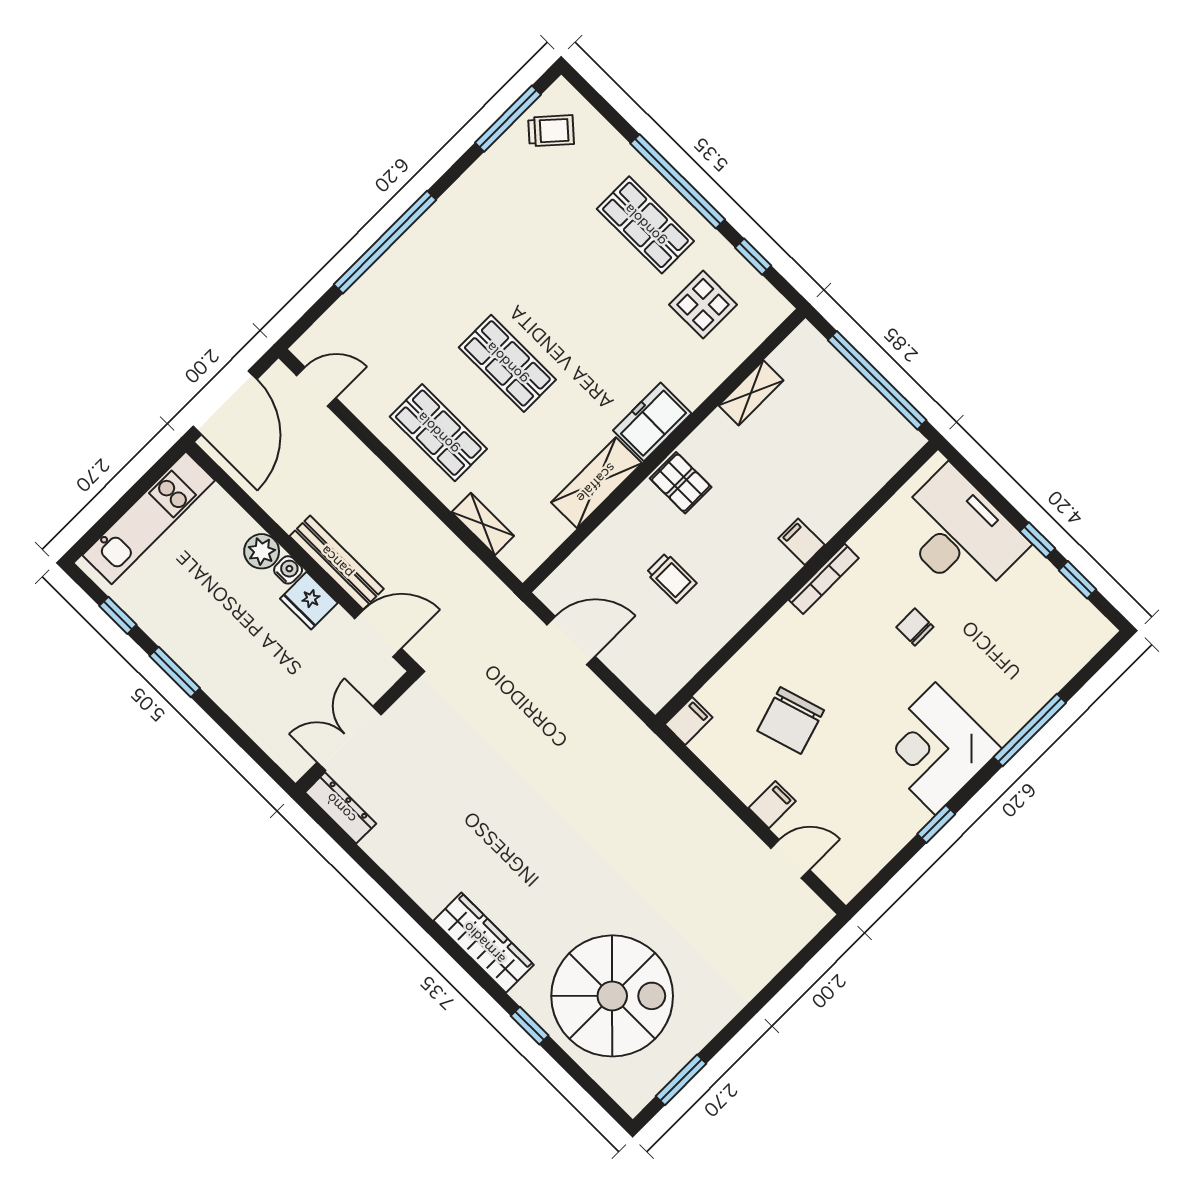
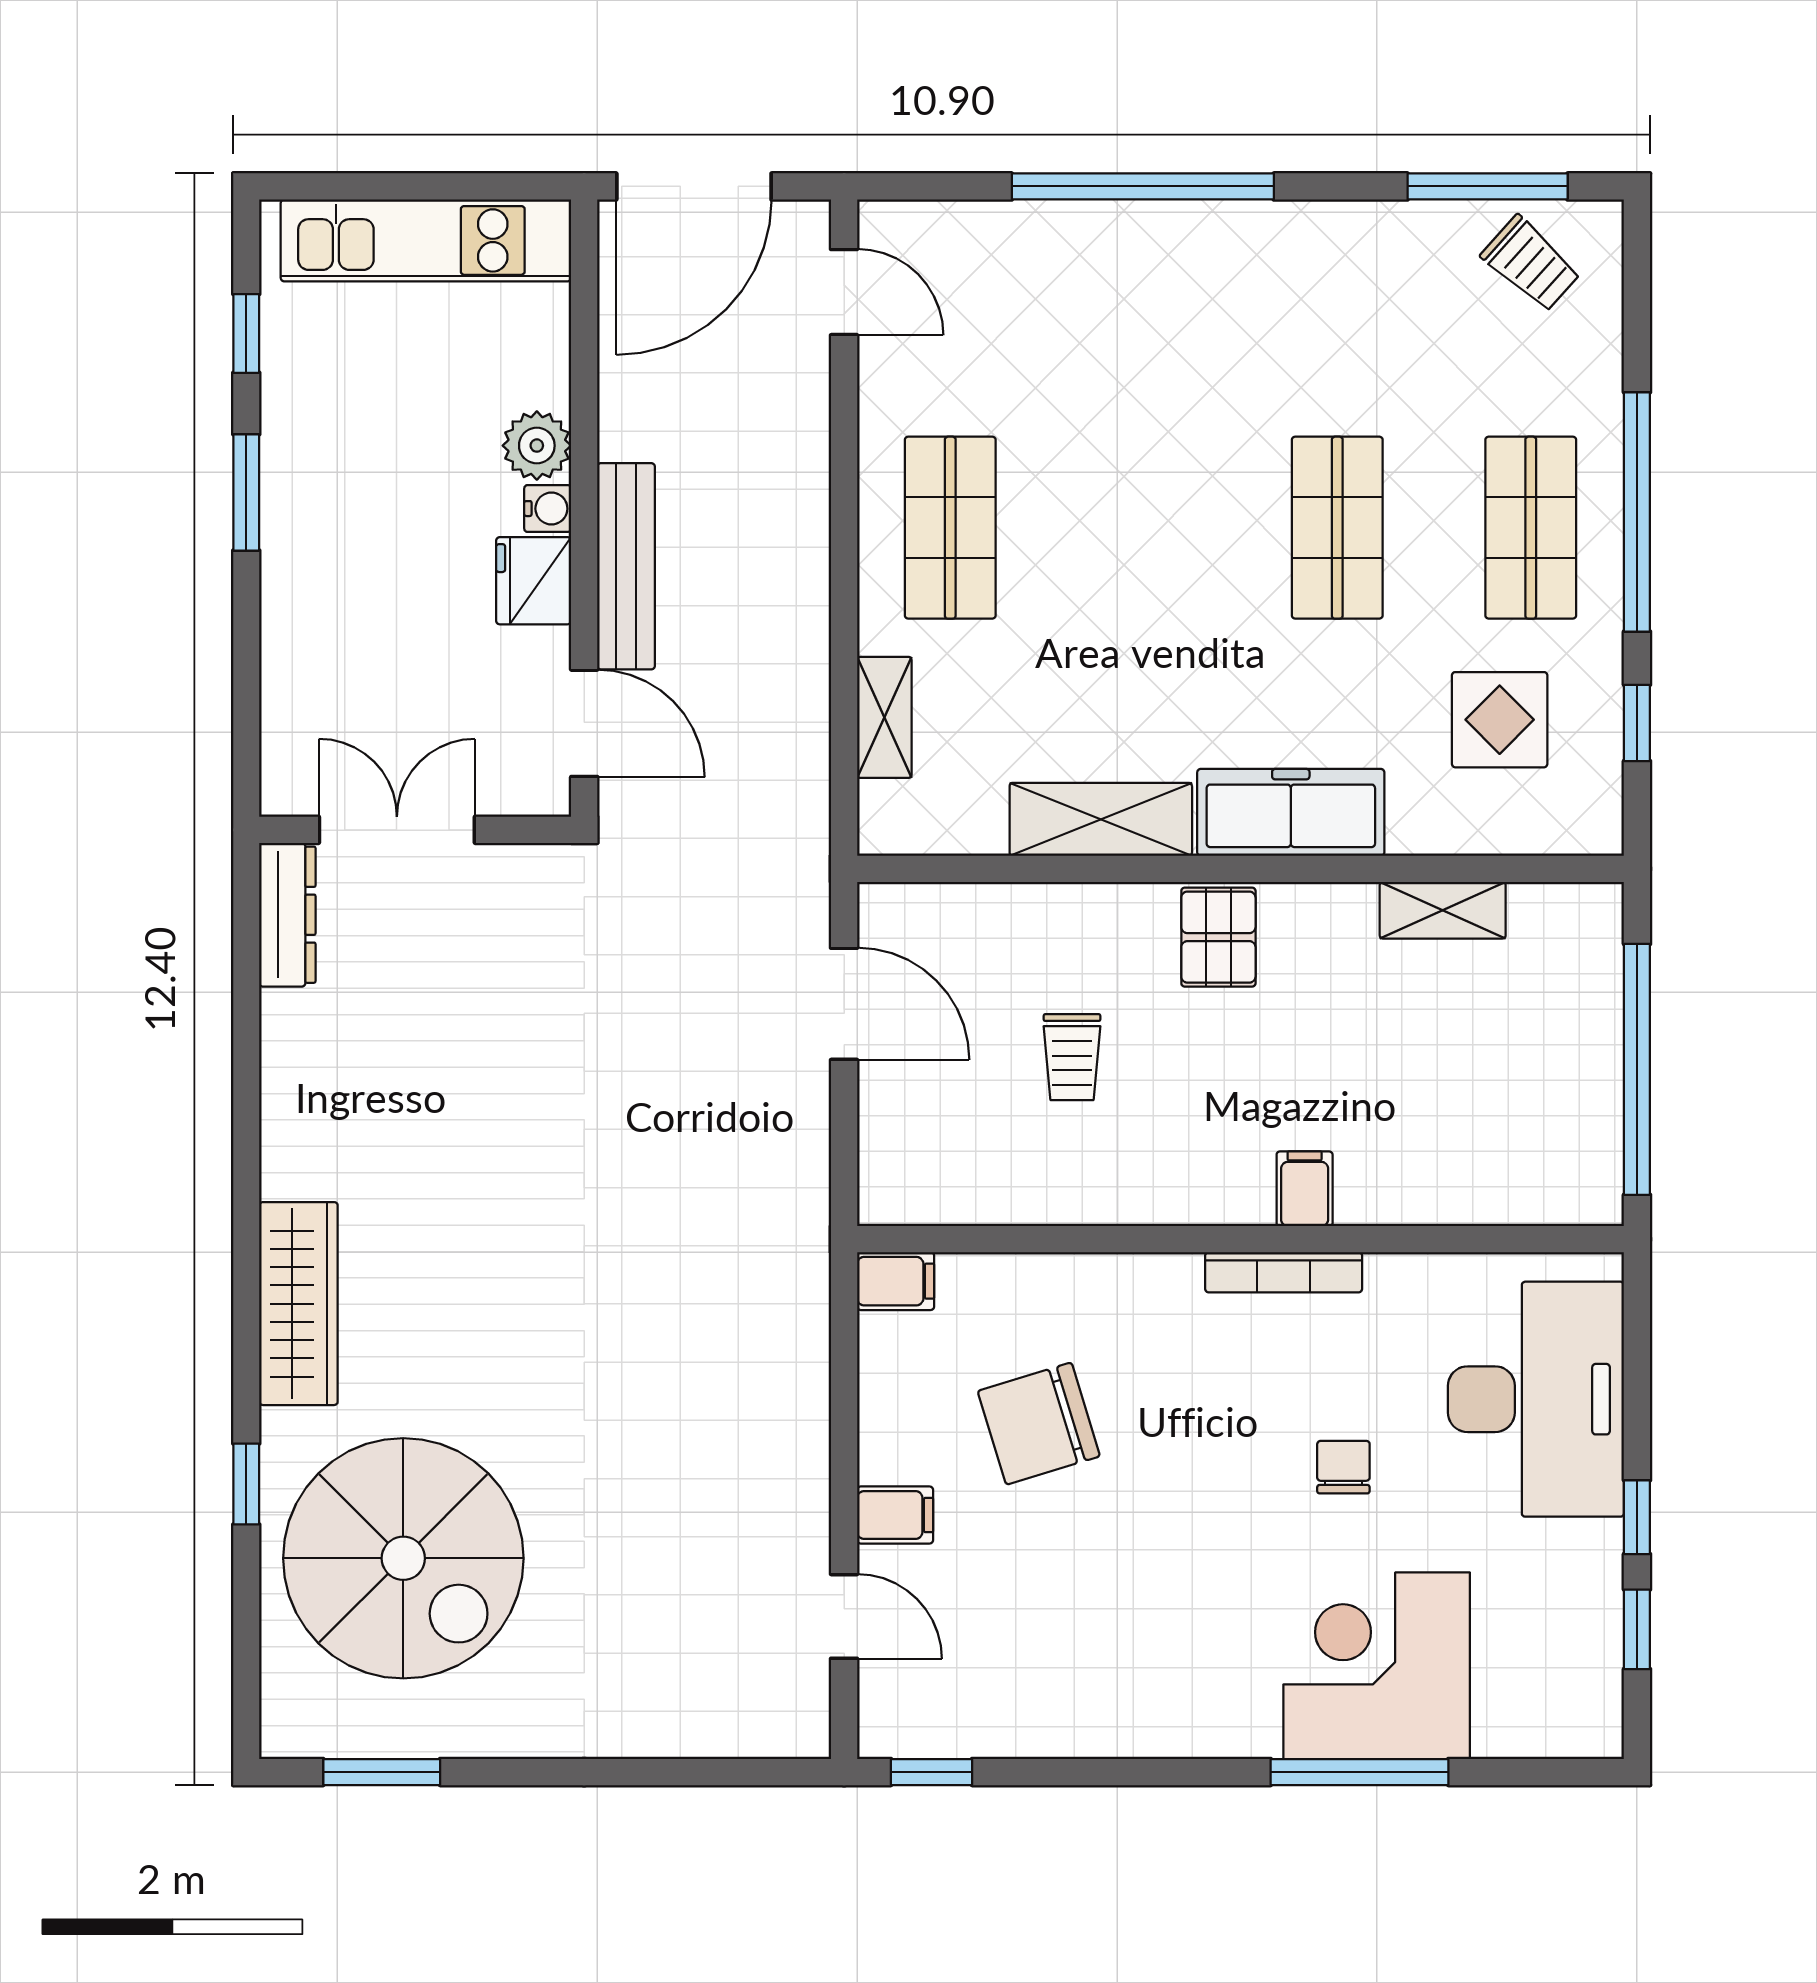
shop shelf: (507, 363) -> (1337, 528), moved
freezer: (652, 422) -> (1291, 812), width x1.40
corner desk: (935, 749) -> (1377, 1666), moved
window: (936, 824) -> (932, 1772), moved

